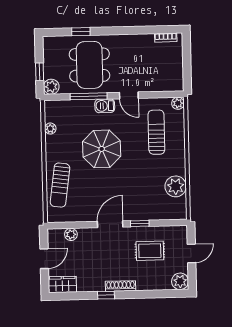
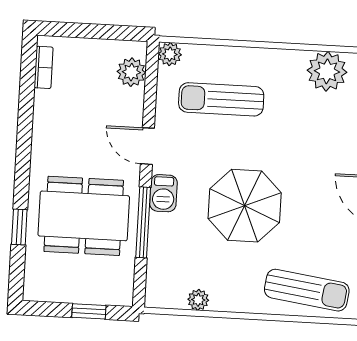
plant: (51, 87) -> (131, 72), moved
door: (129, 95) -> (147, 146), swing flipped

